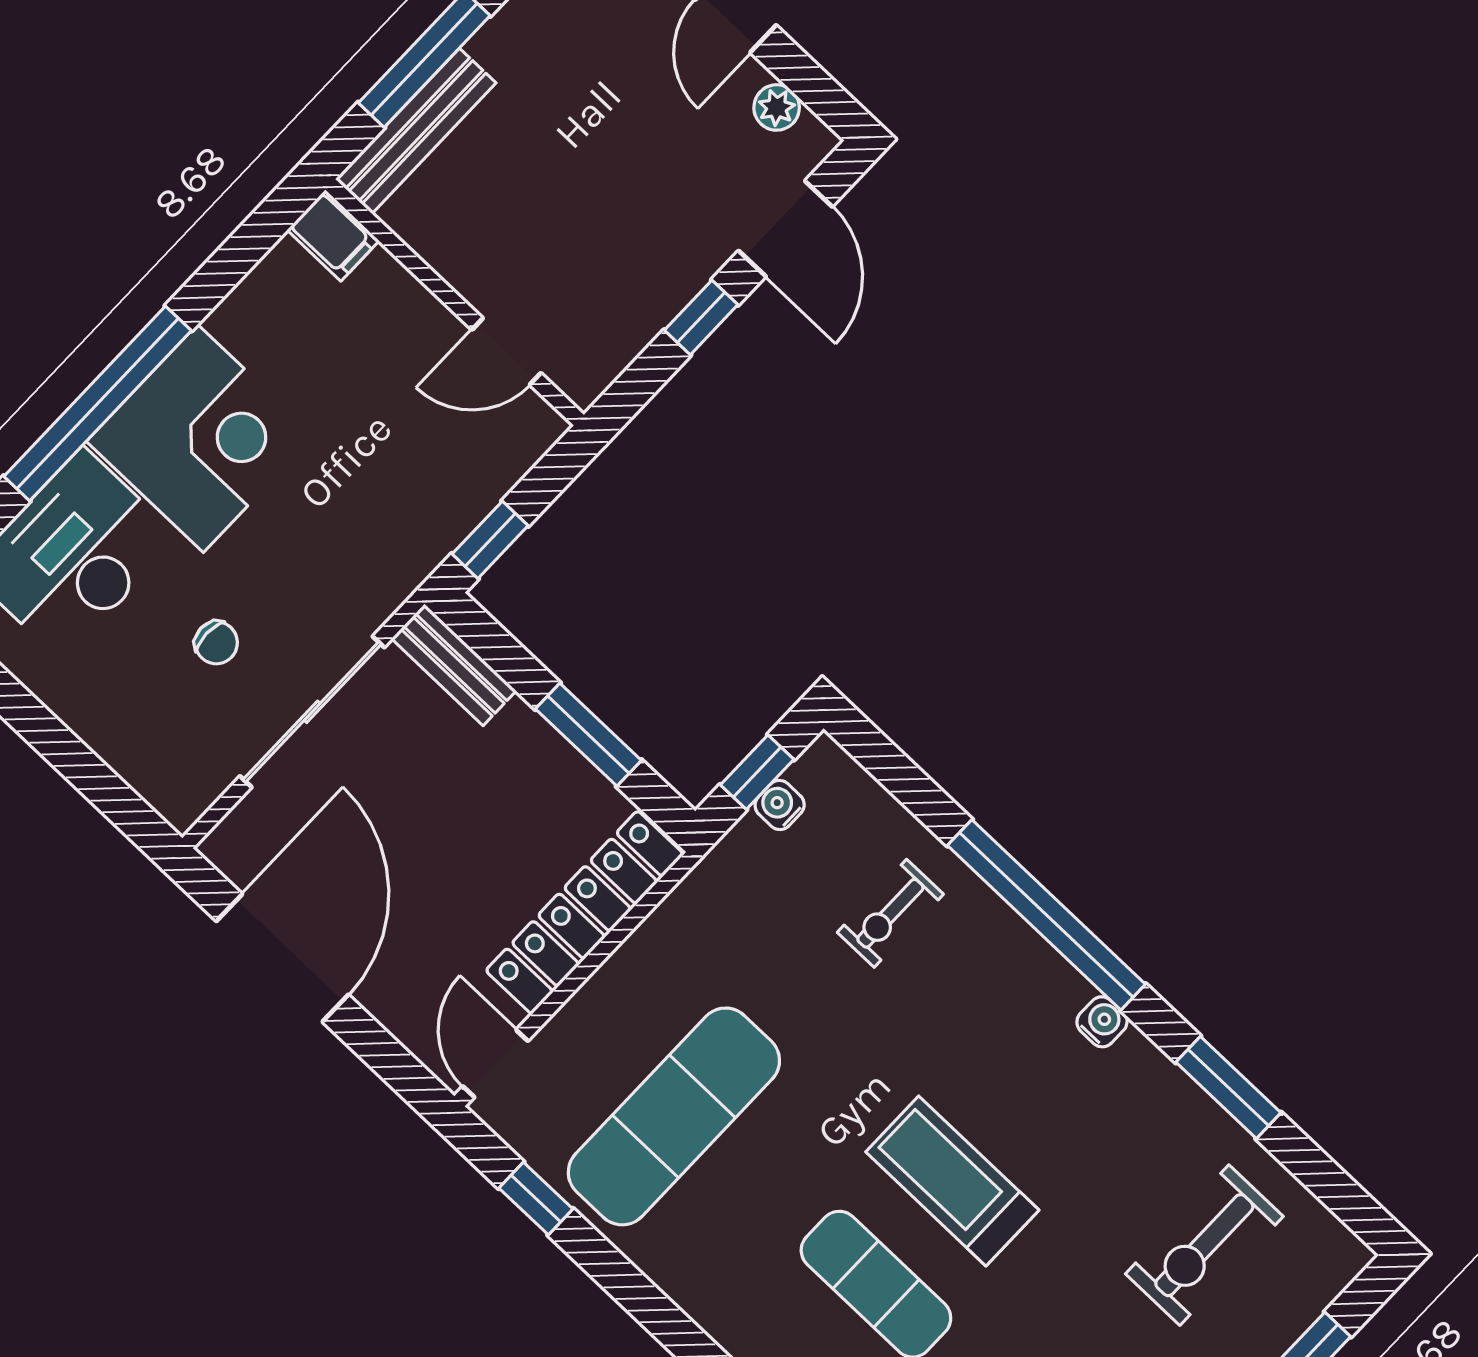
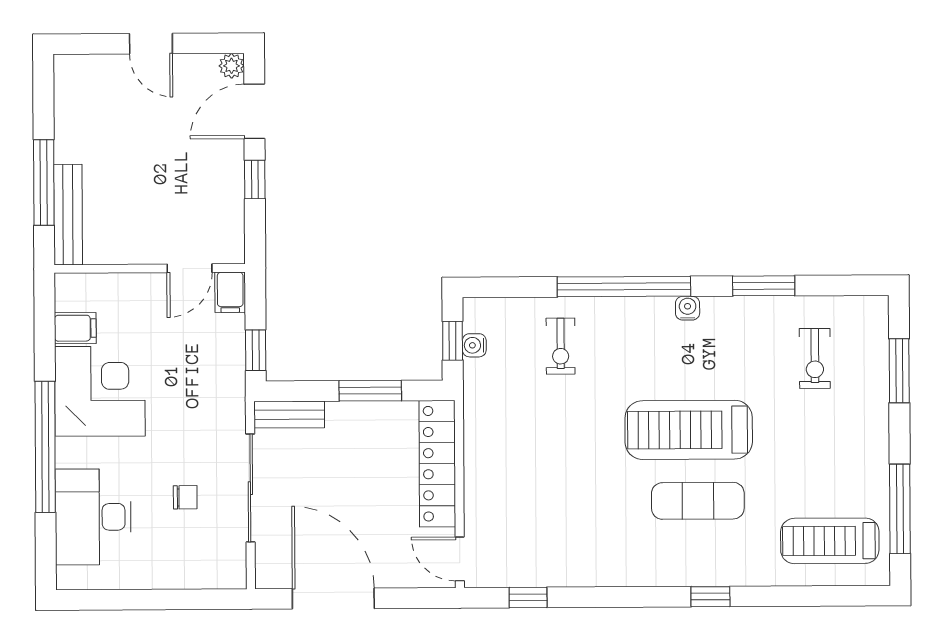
plant: (777, 107) -> (231, 66), moved
door: (785, 229) -> (254, 111), swing flipped
filing cabinet: (333, 235) -> (75, 328), moved
filing cabinet: (529, 433) -> (230, 292), added
corner desk: (200, 438) -> (100, 391), moved
exercise mat: (674, 1116) -> (552, 511), removed
treadmill: (952, 1181) -> (689, 430), width x1.37, depth x1.38
exercise bike: (1204, 1245) -> (815, 358), width x0.73, depth x0.72

